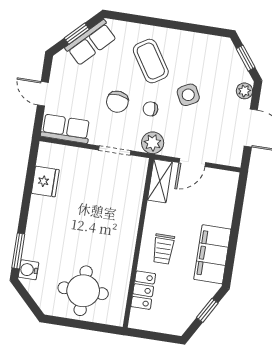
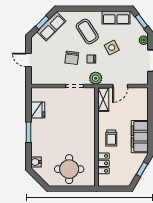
row of seats: (66, 129) -> (116, 18), moved, turned 180
window: (18, 251) -> (28, 132), moved

